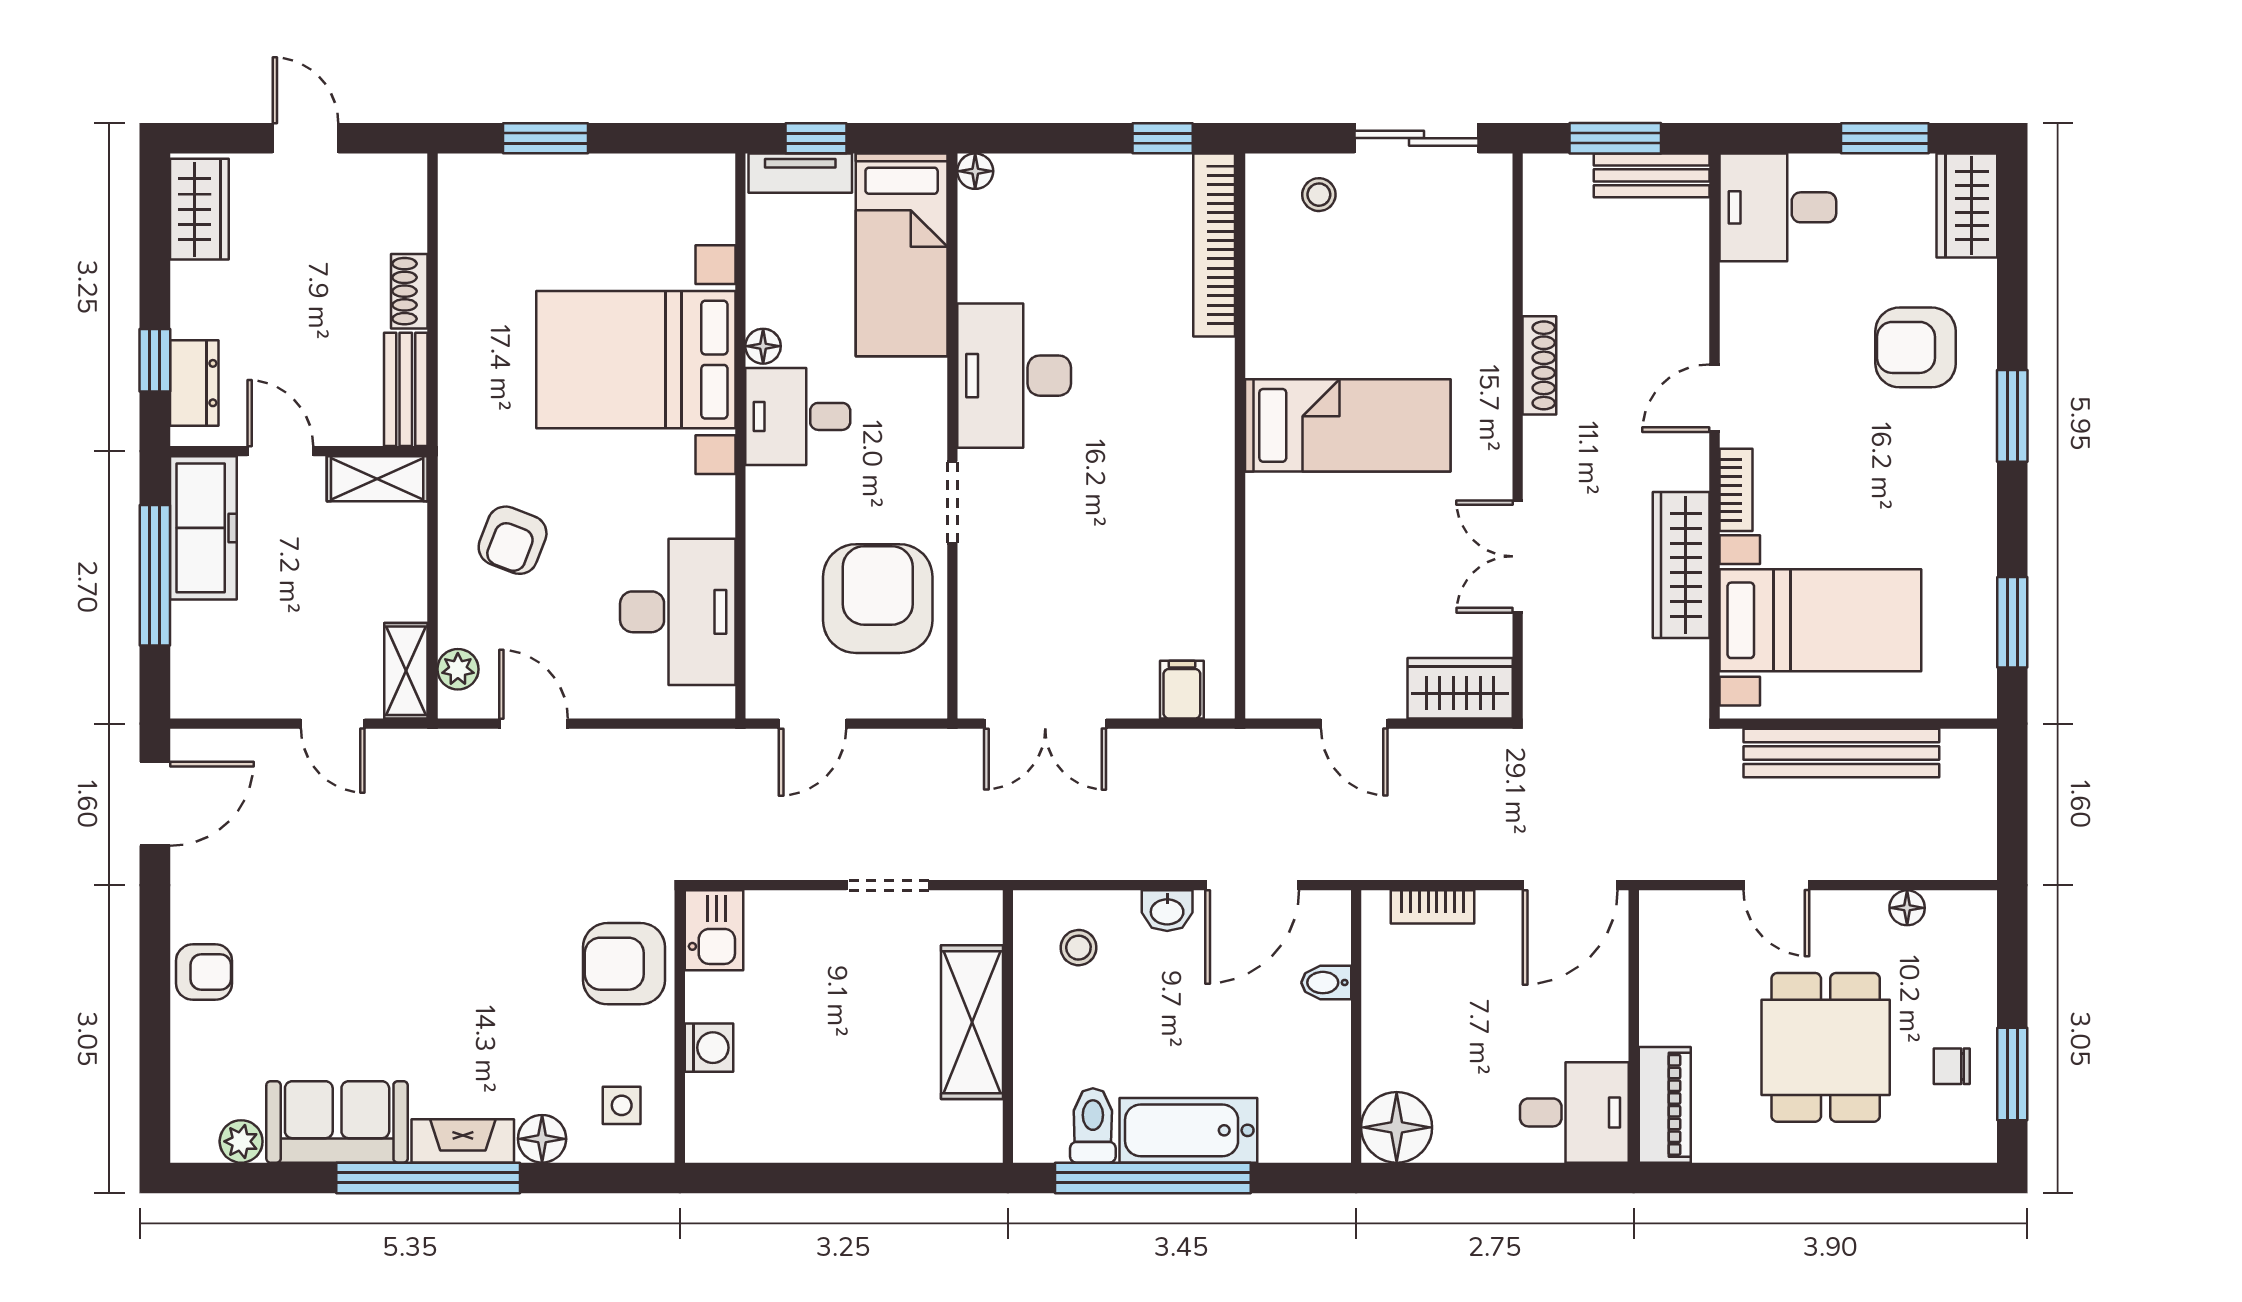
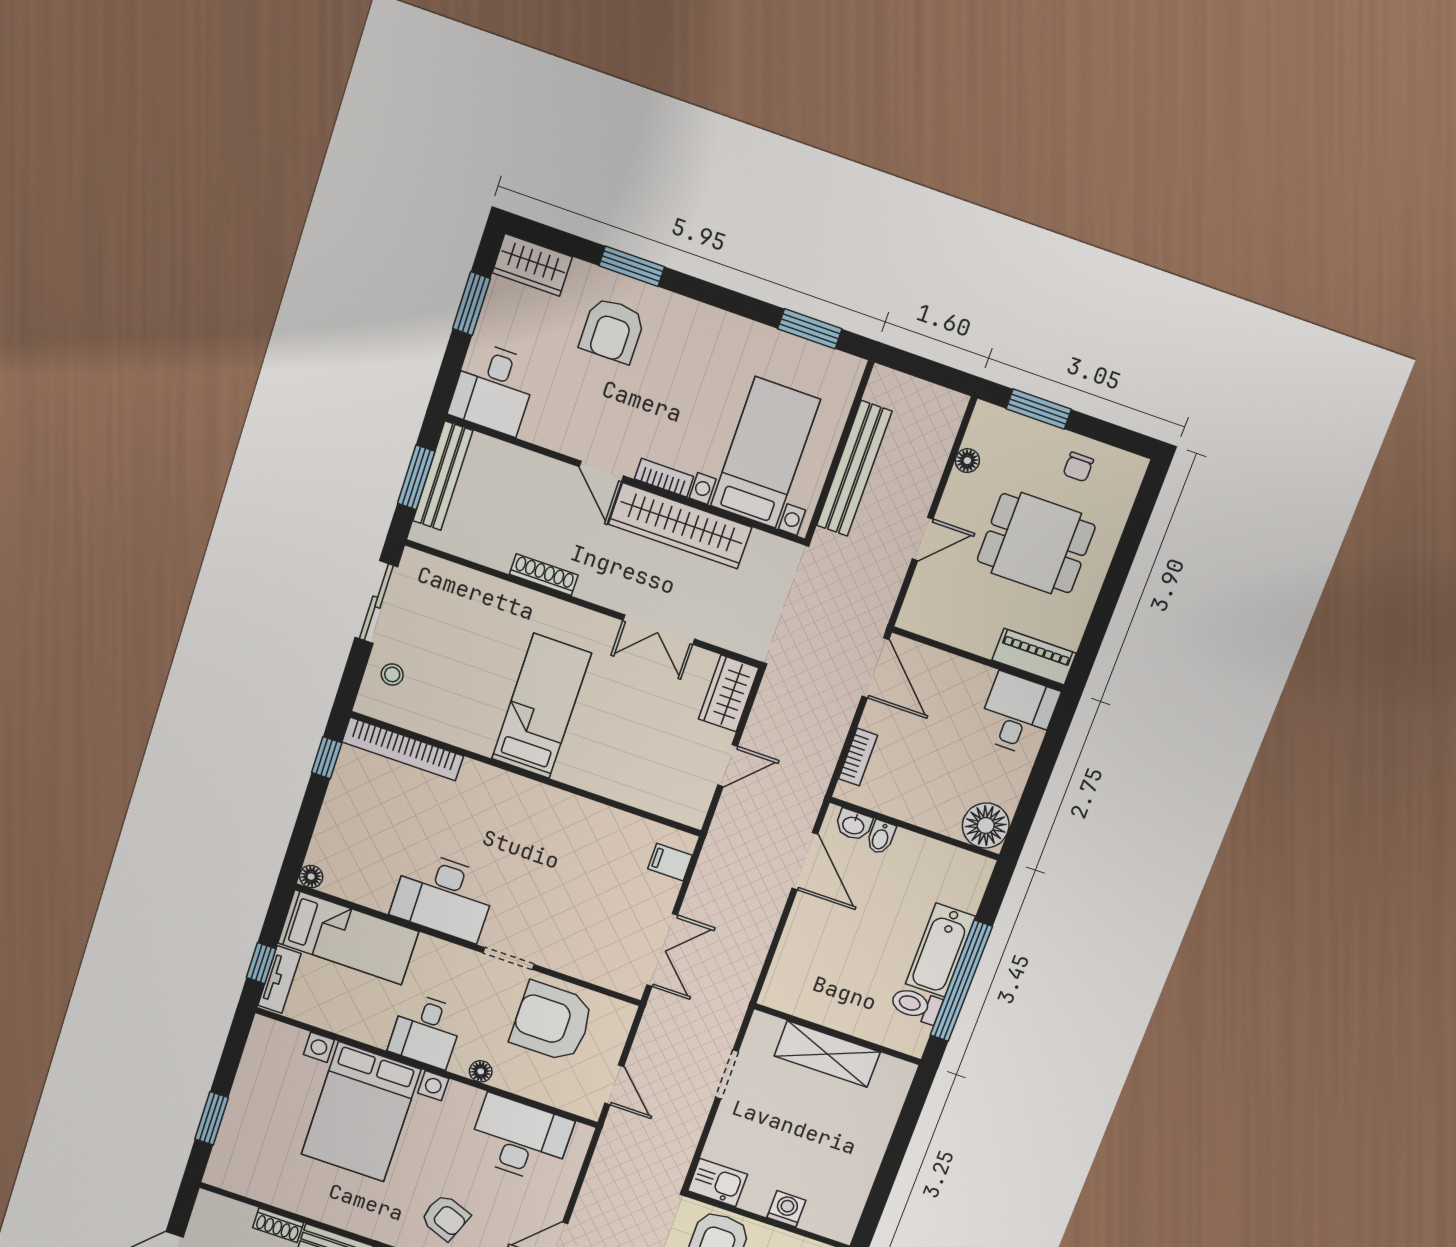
bench: (1652, 175) -> (443, 476), width x1.36
floor lamp: (763, 346) -> (481, 1071), moved
window: (2012, 416) -> (632, 266), moved
wardrobe: (1681, 565) -> (680, 526), width x1.40, depth x1.17
washbasin: (1167, 911) -> (853, 825), moved, turned 90
stool: (1078, 948) -> (805, 977), removed
window: (2012, 1074) -> (1039, 409), moved

